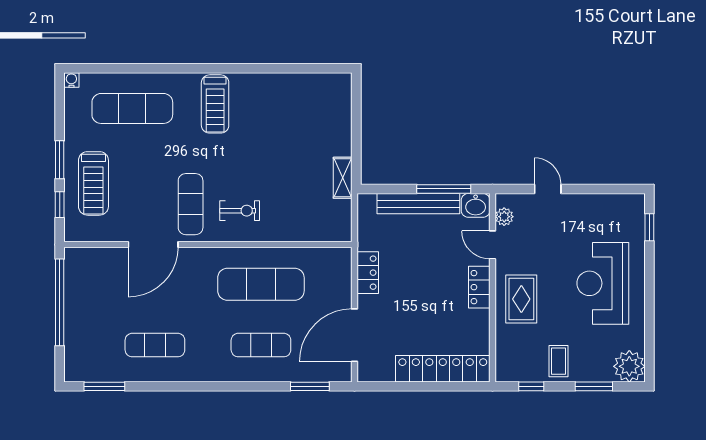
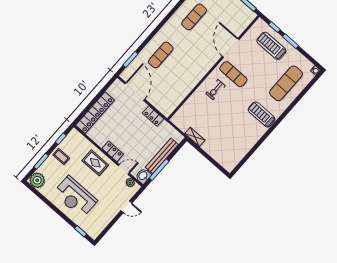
reception desk: (603, 283) -> (75, 197), turned 180
exercise mat: (261, 284) -> (182, 74), removed

